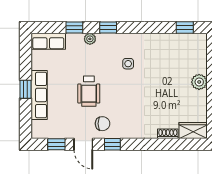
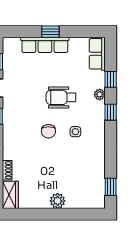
wheelchair: (89, 91) -> (61, 97), moved
chair: (103, 124) -> (48, 131), moved

